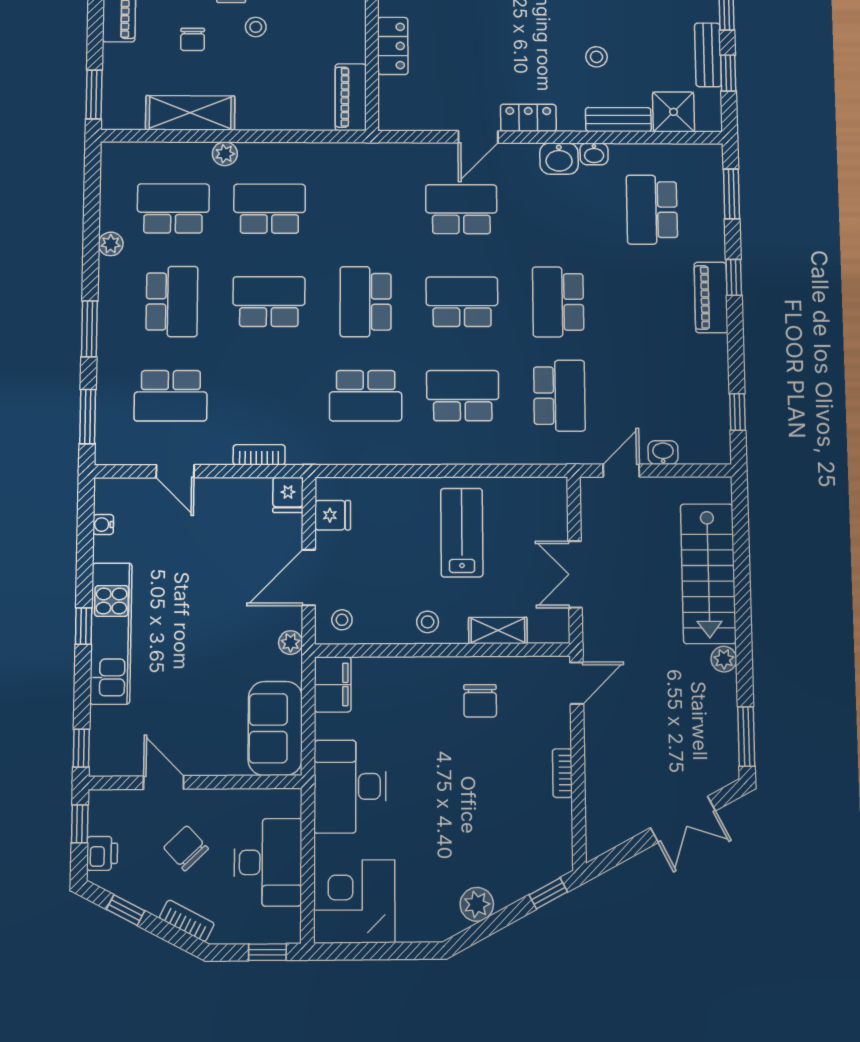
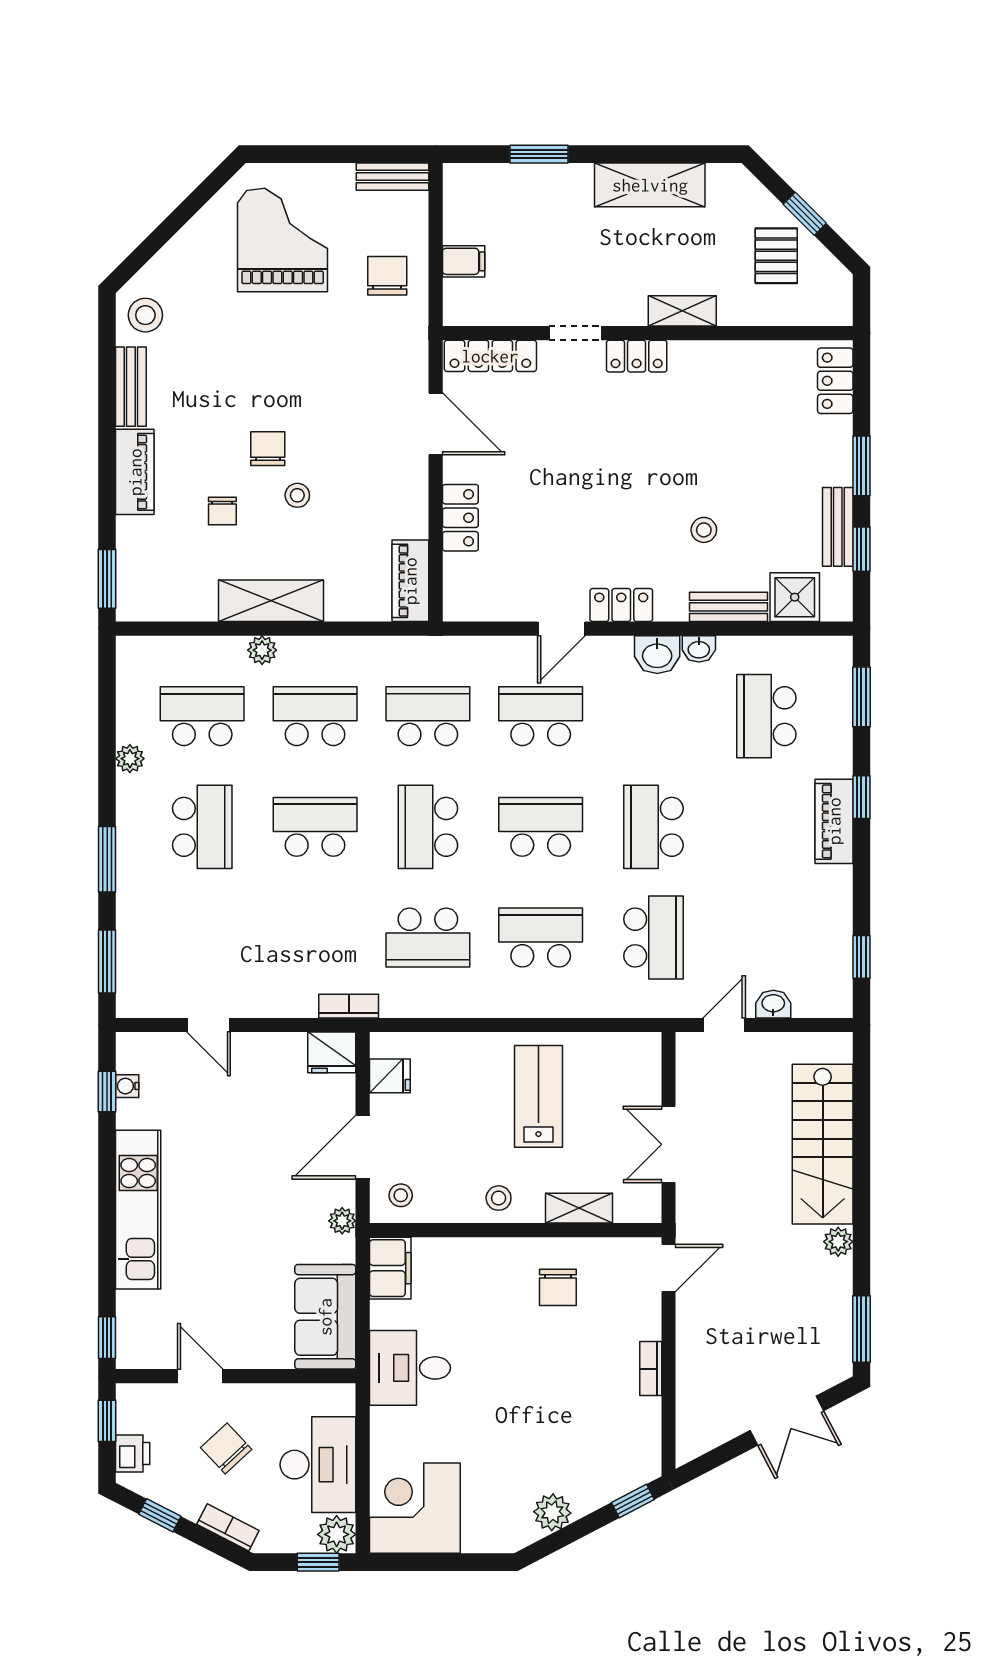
shelving: (190, 113) -> (271, 601), moved
school desk: (171, 396) -> (428, 716), moved, turned 180
bookcase: (259, 455) -> (349, 1006), moved
fridge: (288, 495) -> (332, 1052), width x1.38
window: (84, 626) -> (107, 1092), moved
desk: (350, 787) -> (410, 1368), width x0.73
plant: (284, 926) -> (337, 1534), added

